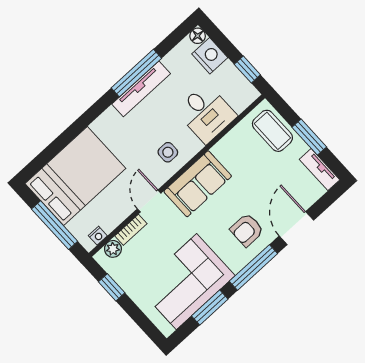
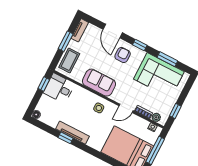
nightstand: (210, 56) -> (44, 105), removed
window: (136, 73) -> (66, 138), width x0.46
desk: (206, 113) -> (59, 88), moved, turned -90
sofa: (198, 184) -> (99, 83), moved
door: (296, 228) -> (113, 31), hinge flipped
armchair: (247, 230) -> (123, 55), turned -90
window: (253, 267) -> (140, 45), width x0.46

